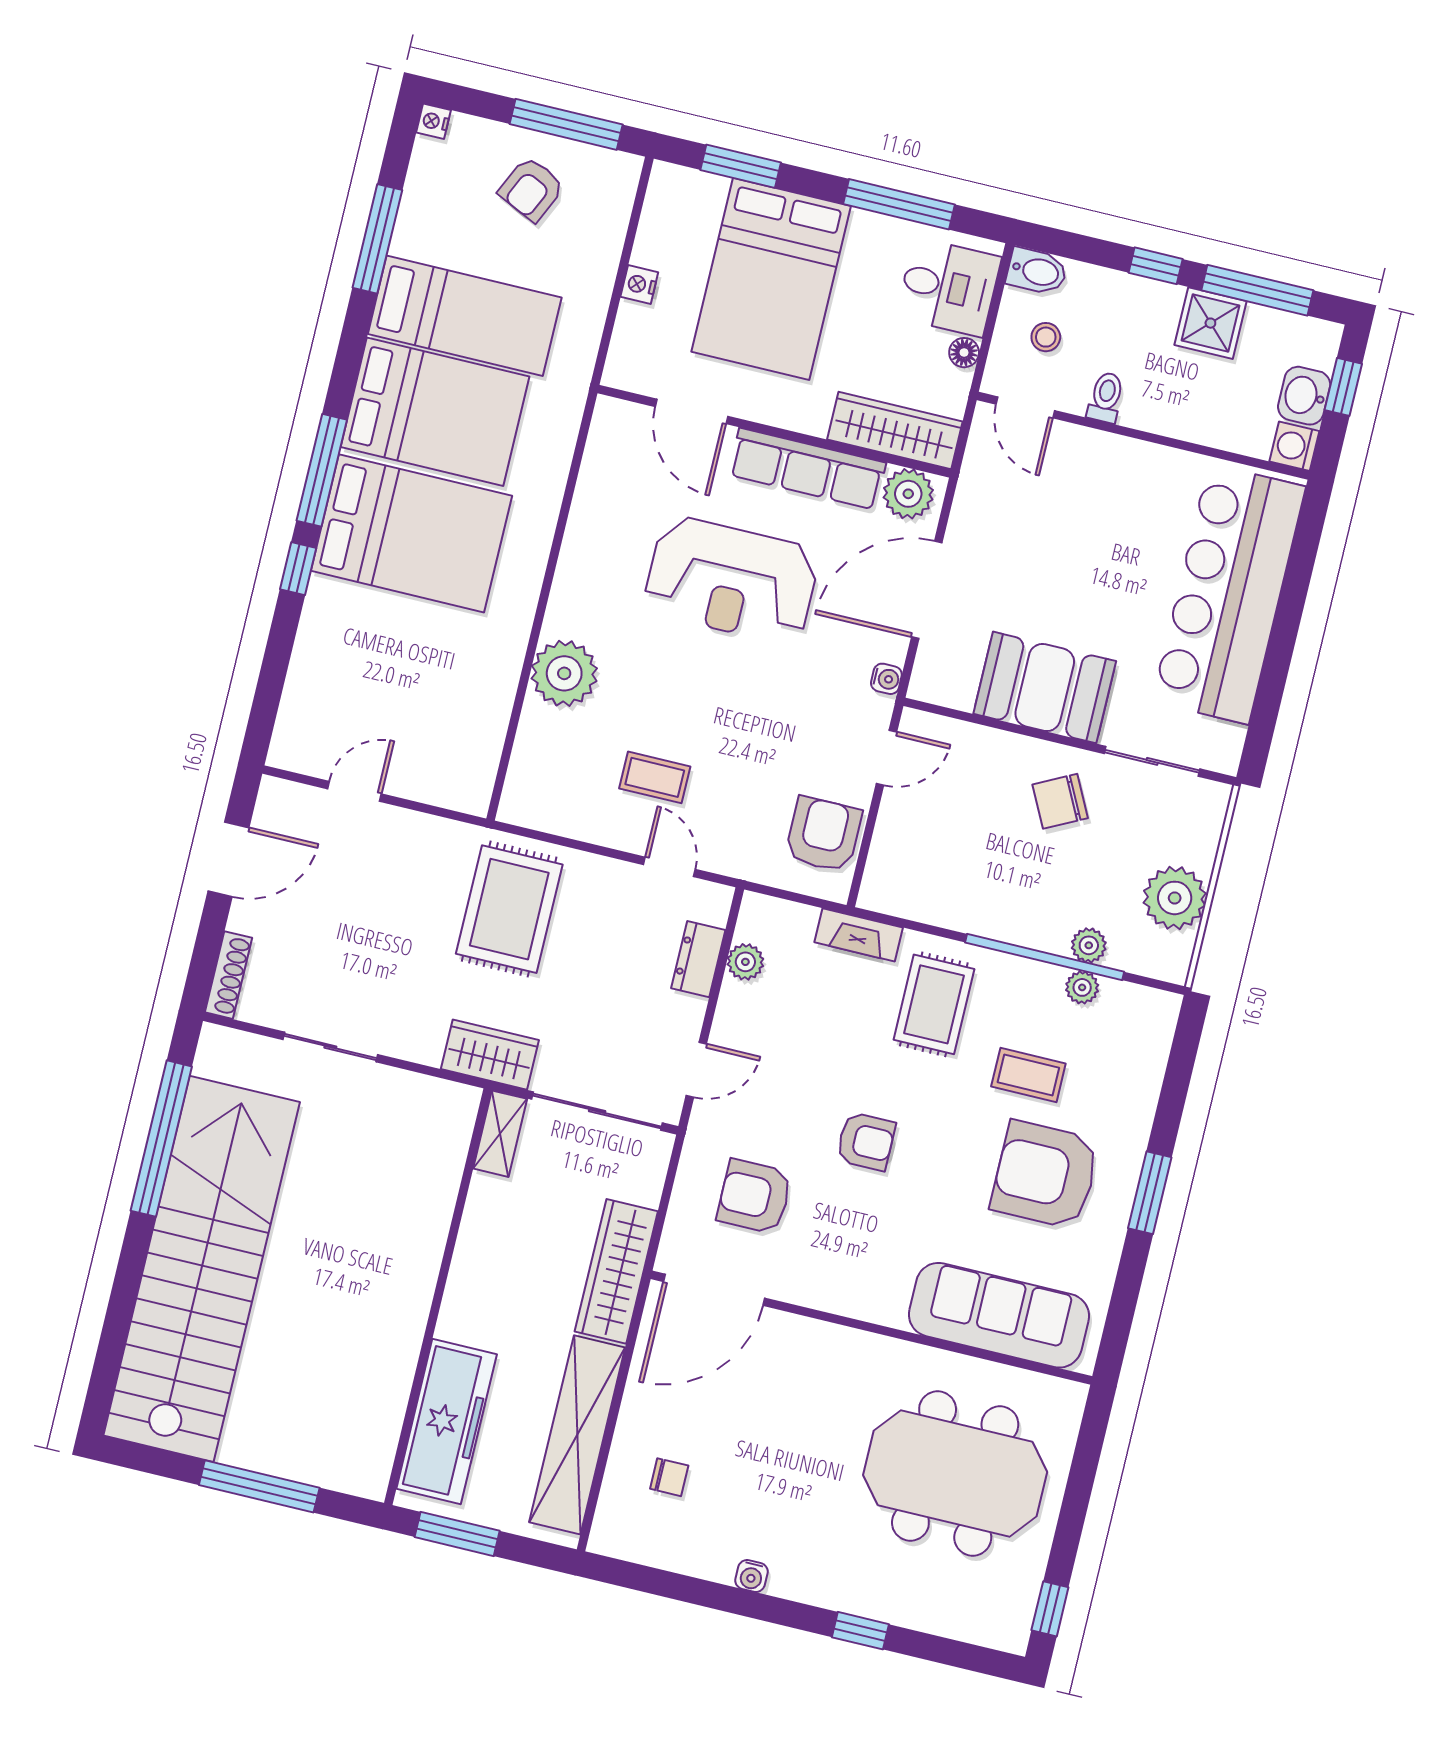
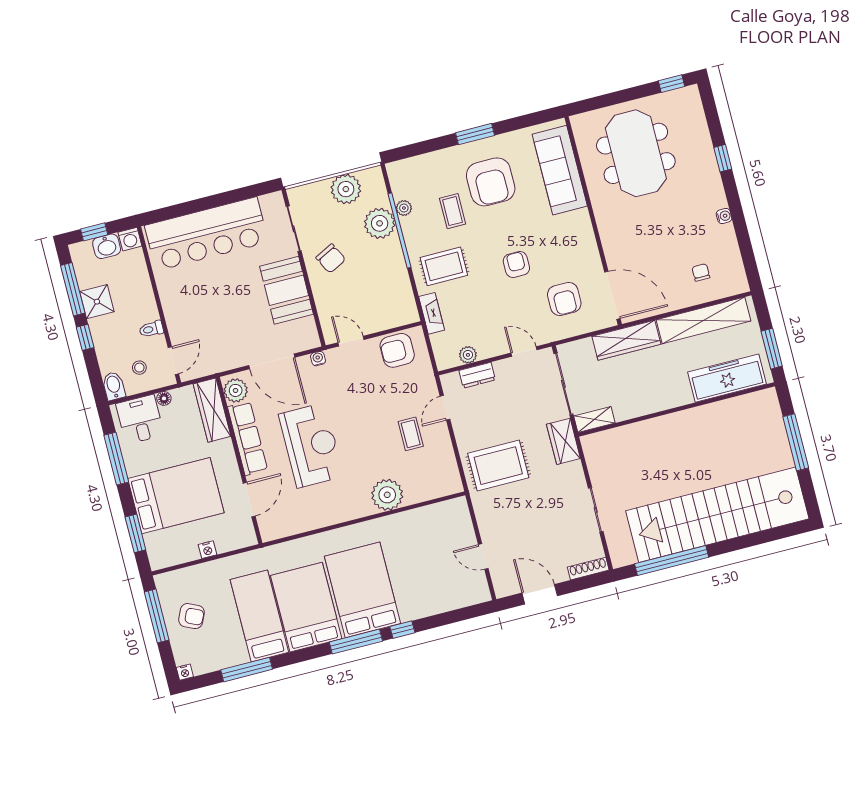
plant: (1089, 945) -> (380, 223), width x1.87, depth x1.87

